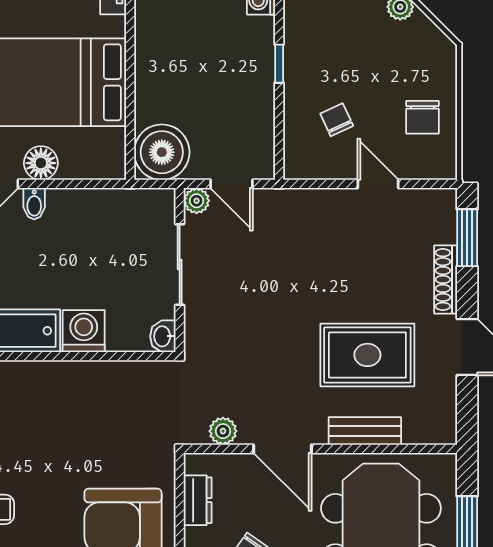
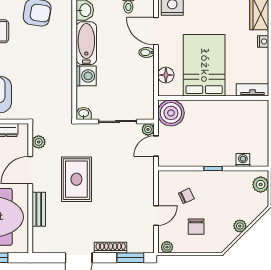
chair: (423, 117) -> (196, 227), moved, turned -90
plant: (445, 161) -> (167, 247), added
floor lamp: (41, 163) -> (166, 75), moved
rug: (367, 355) -> (76, 179), moved

